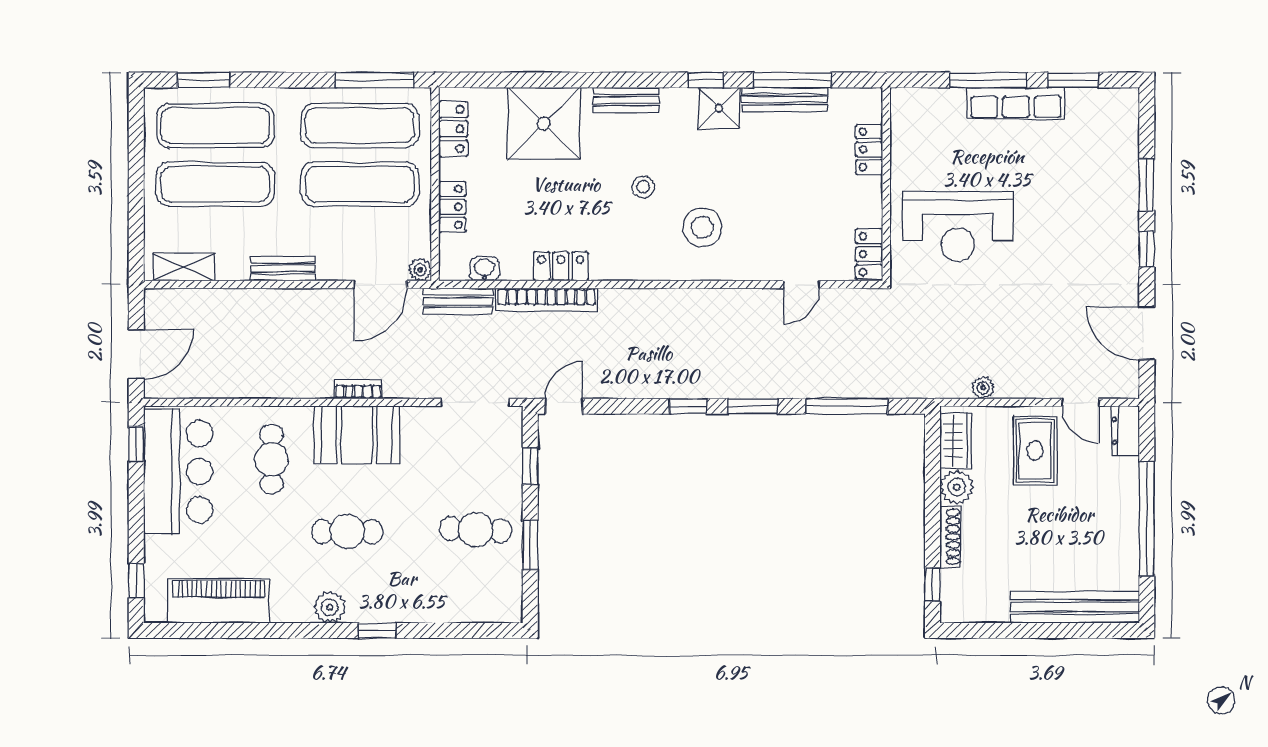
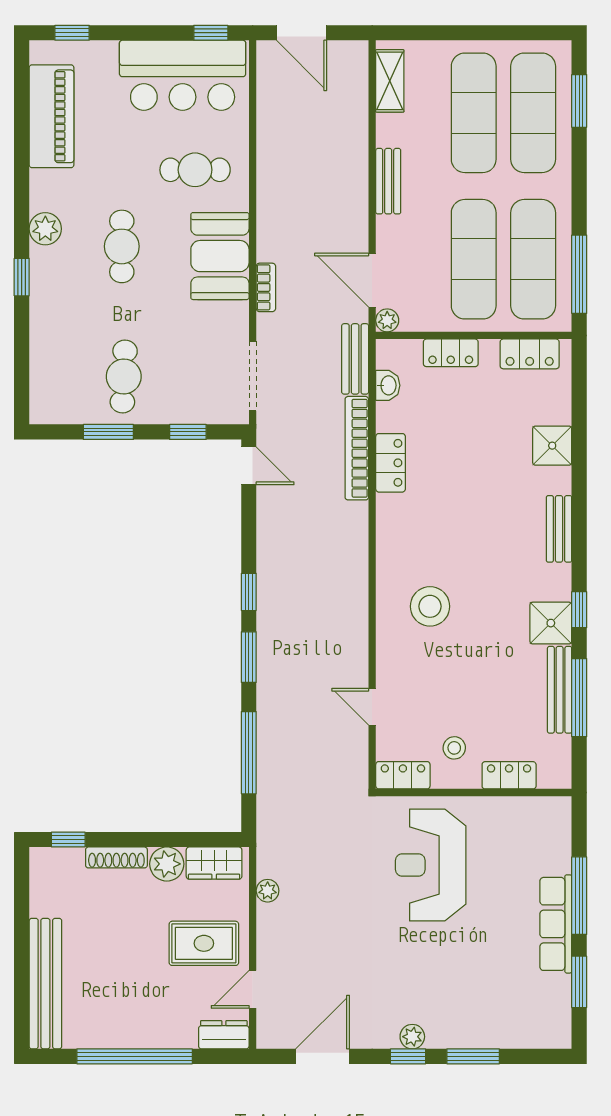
shower: (544, 123) -> (552, 446), width x0.54, depth x0.54
stool: (643, 187) -> (454, 748), moved
plant: (1127, 245) -> (412, 1037), added
bookcase: (358, 389) -> (266, 287), moved

